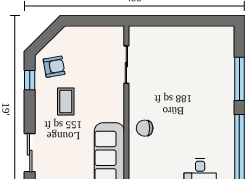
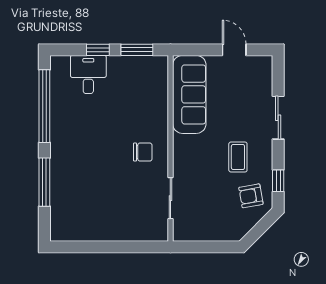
chair: (145, 128) -> (143, 152), moved
sliding door: (30, 153) -> (278, 118), moved

